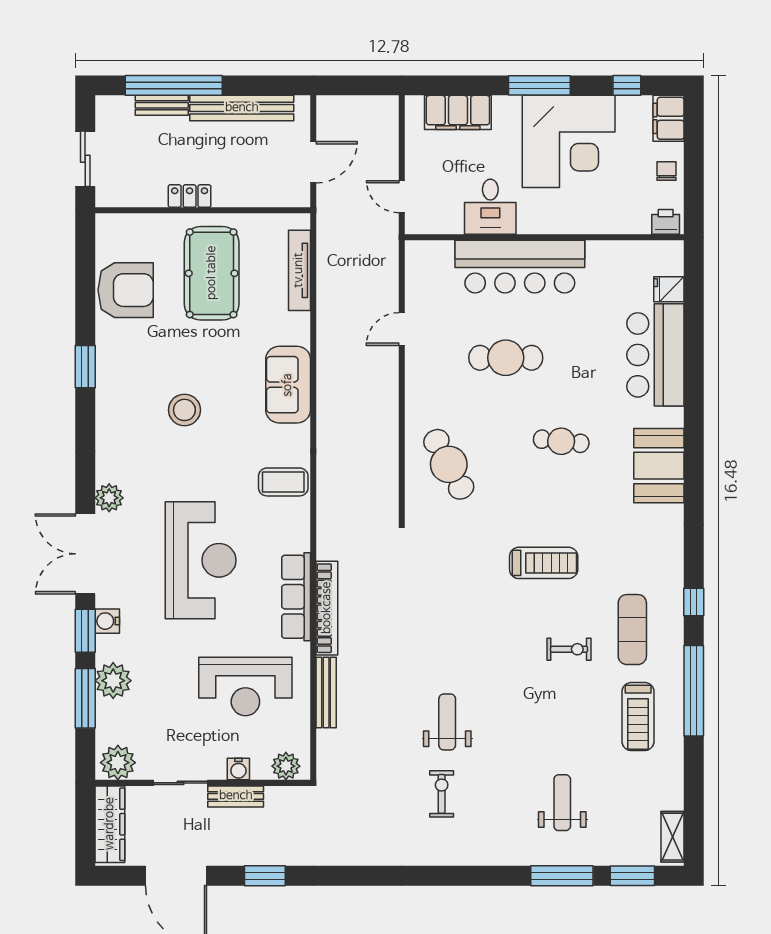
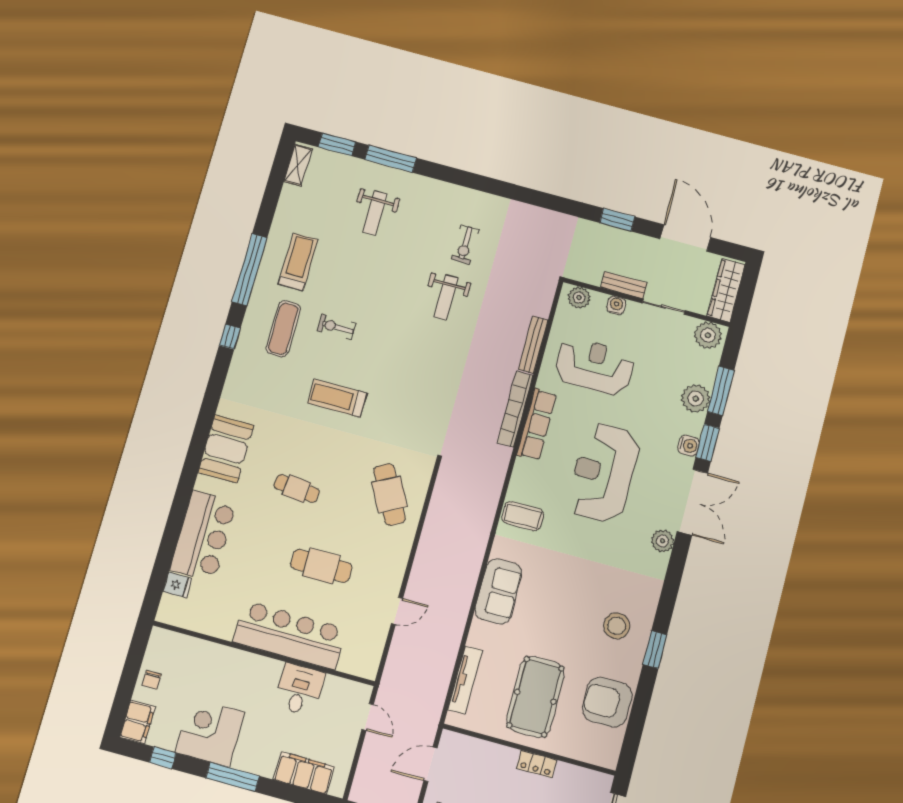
corner desk: (569, 141) -> (210, 732), width x0.74, depth x0.74
printer: (666, 222) -> (164, 639), removed
stool: (184, 410) -> (617, 626), moved

